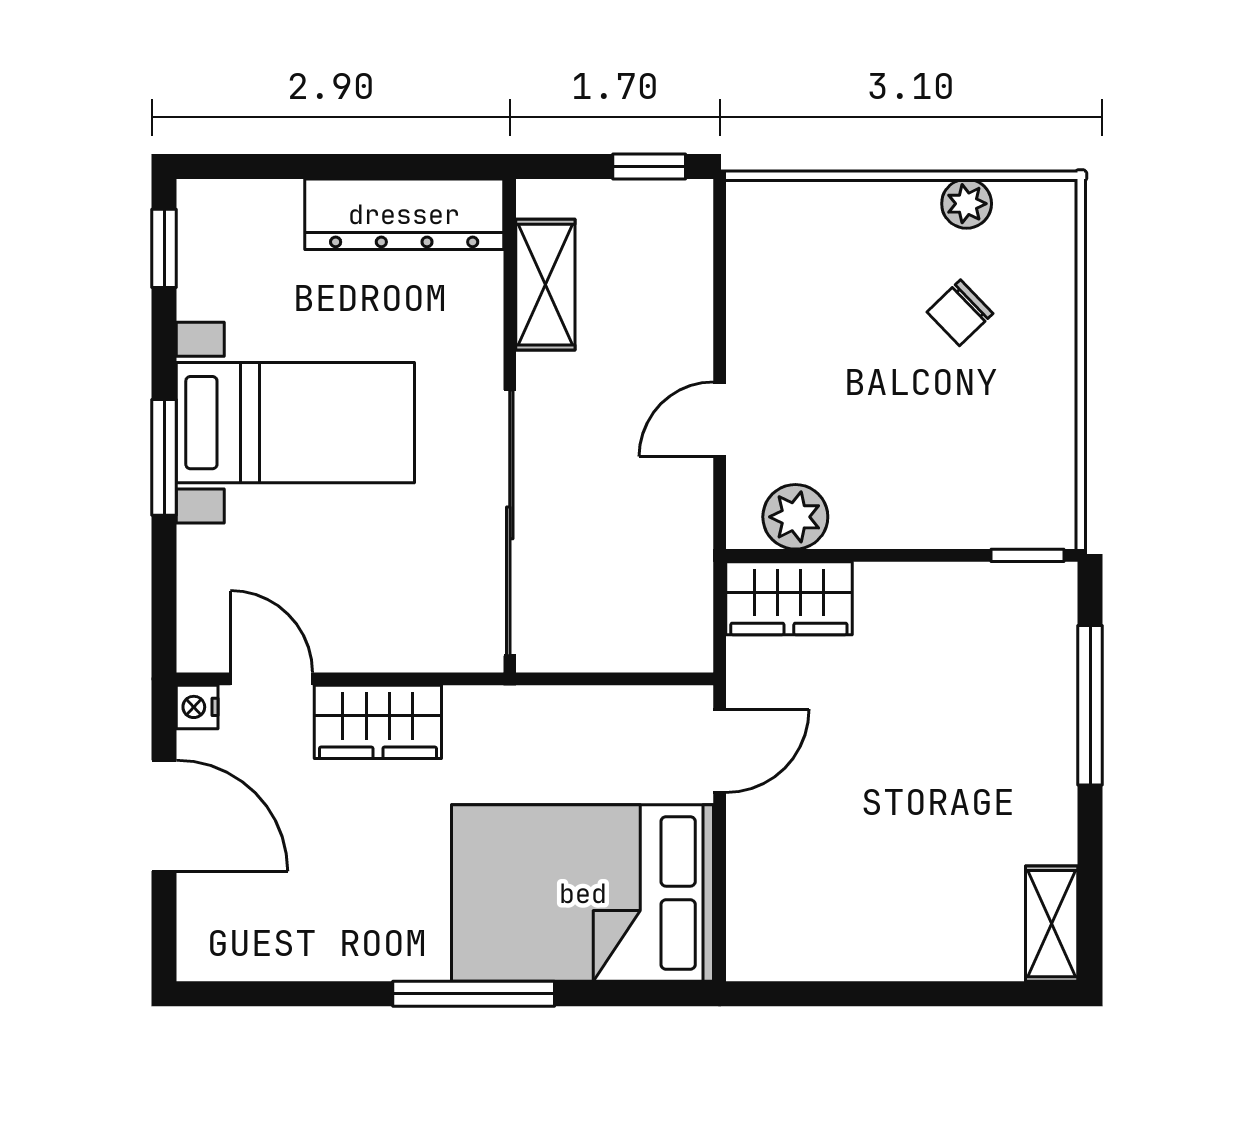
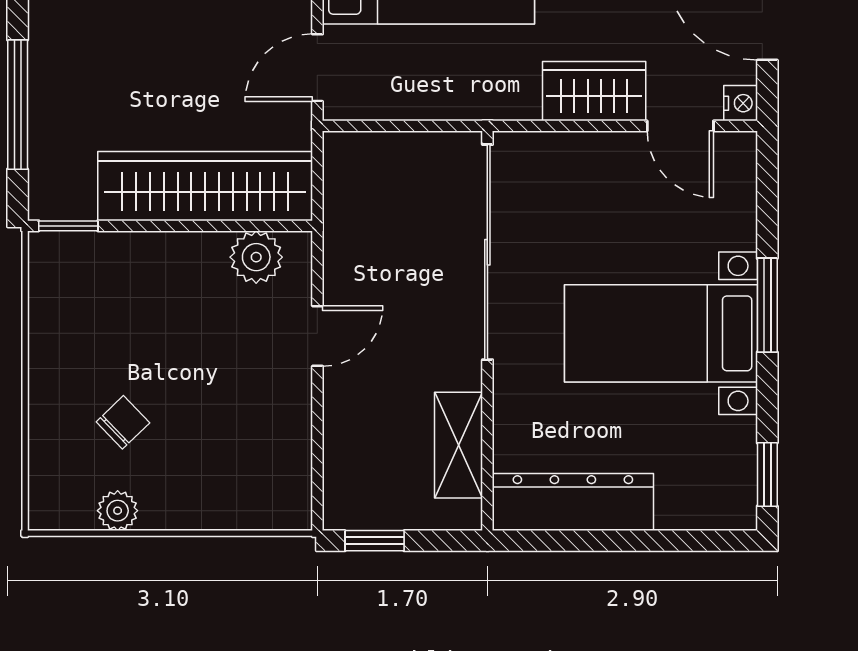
wardrobe: (789, 598) -> (205, 186), width x2.10, depth x1.17

